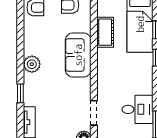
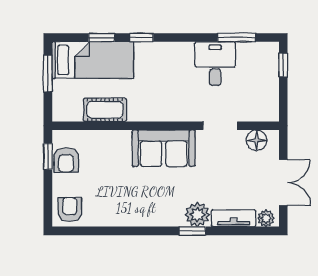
sofa: (78, 55) -> (164, 148), moved
plant: (32, 64) -> (197, 215), moved

